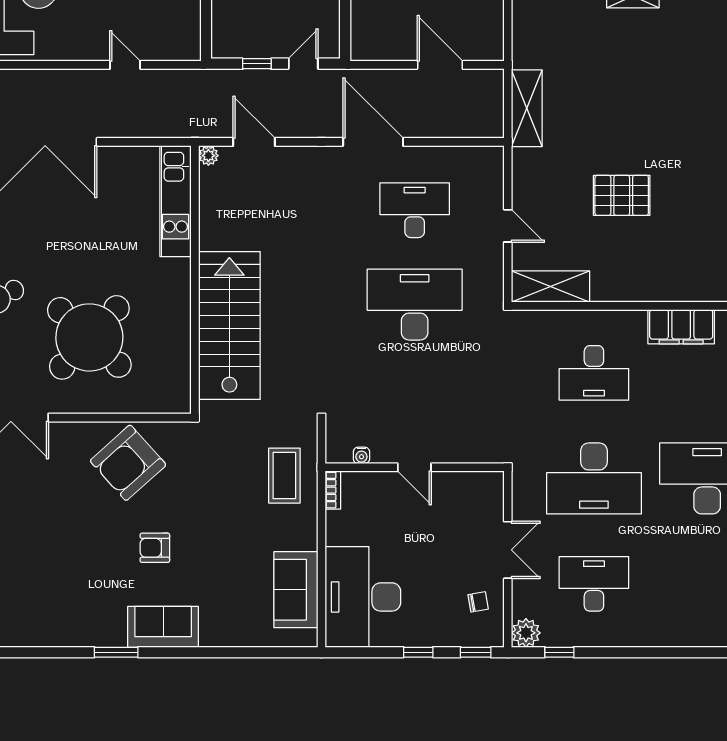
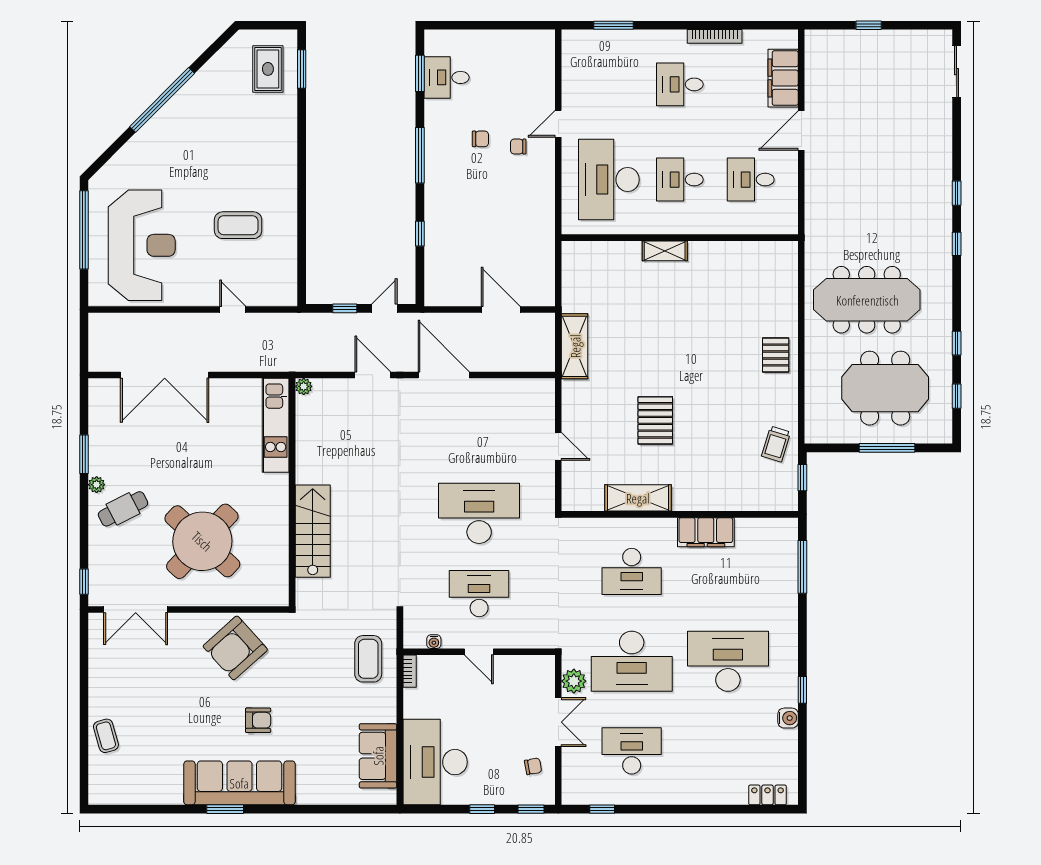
door: (254, 142) -> (373, 375), moved
pallet: (622, 195) -> (655, 420), turned 90
desk: (415, 210) -> (479, 594), moved
shelving: (551, 286) -> (638, 498), moved
stairs: (229, 326) -> (313, 531), width x0.73, depth x0.66
armchair: (155, 548) -> (258, 720), turned 180
sofa: (163, 627) -> (239, 783), width x1.85, depth x1.27
plant: (526, 633) -> (574, 681), moved

